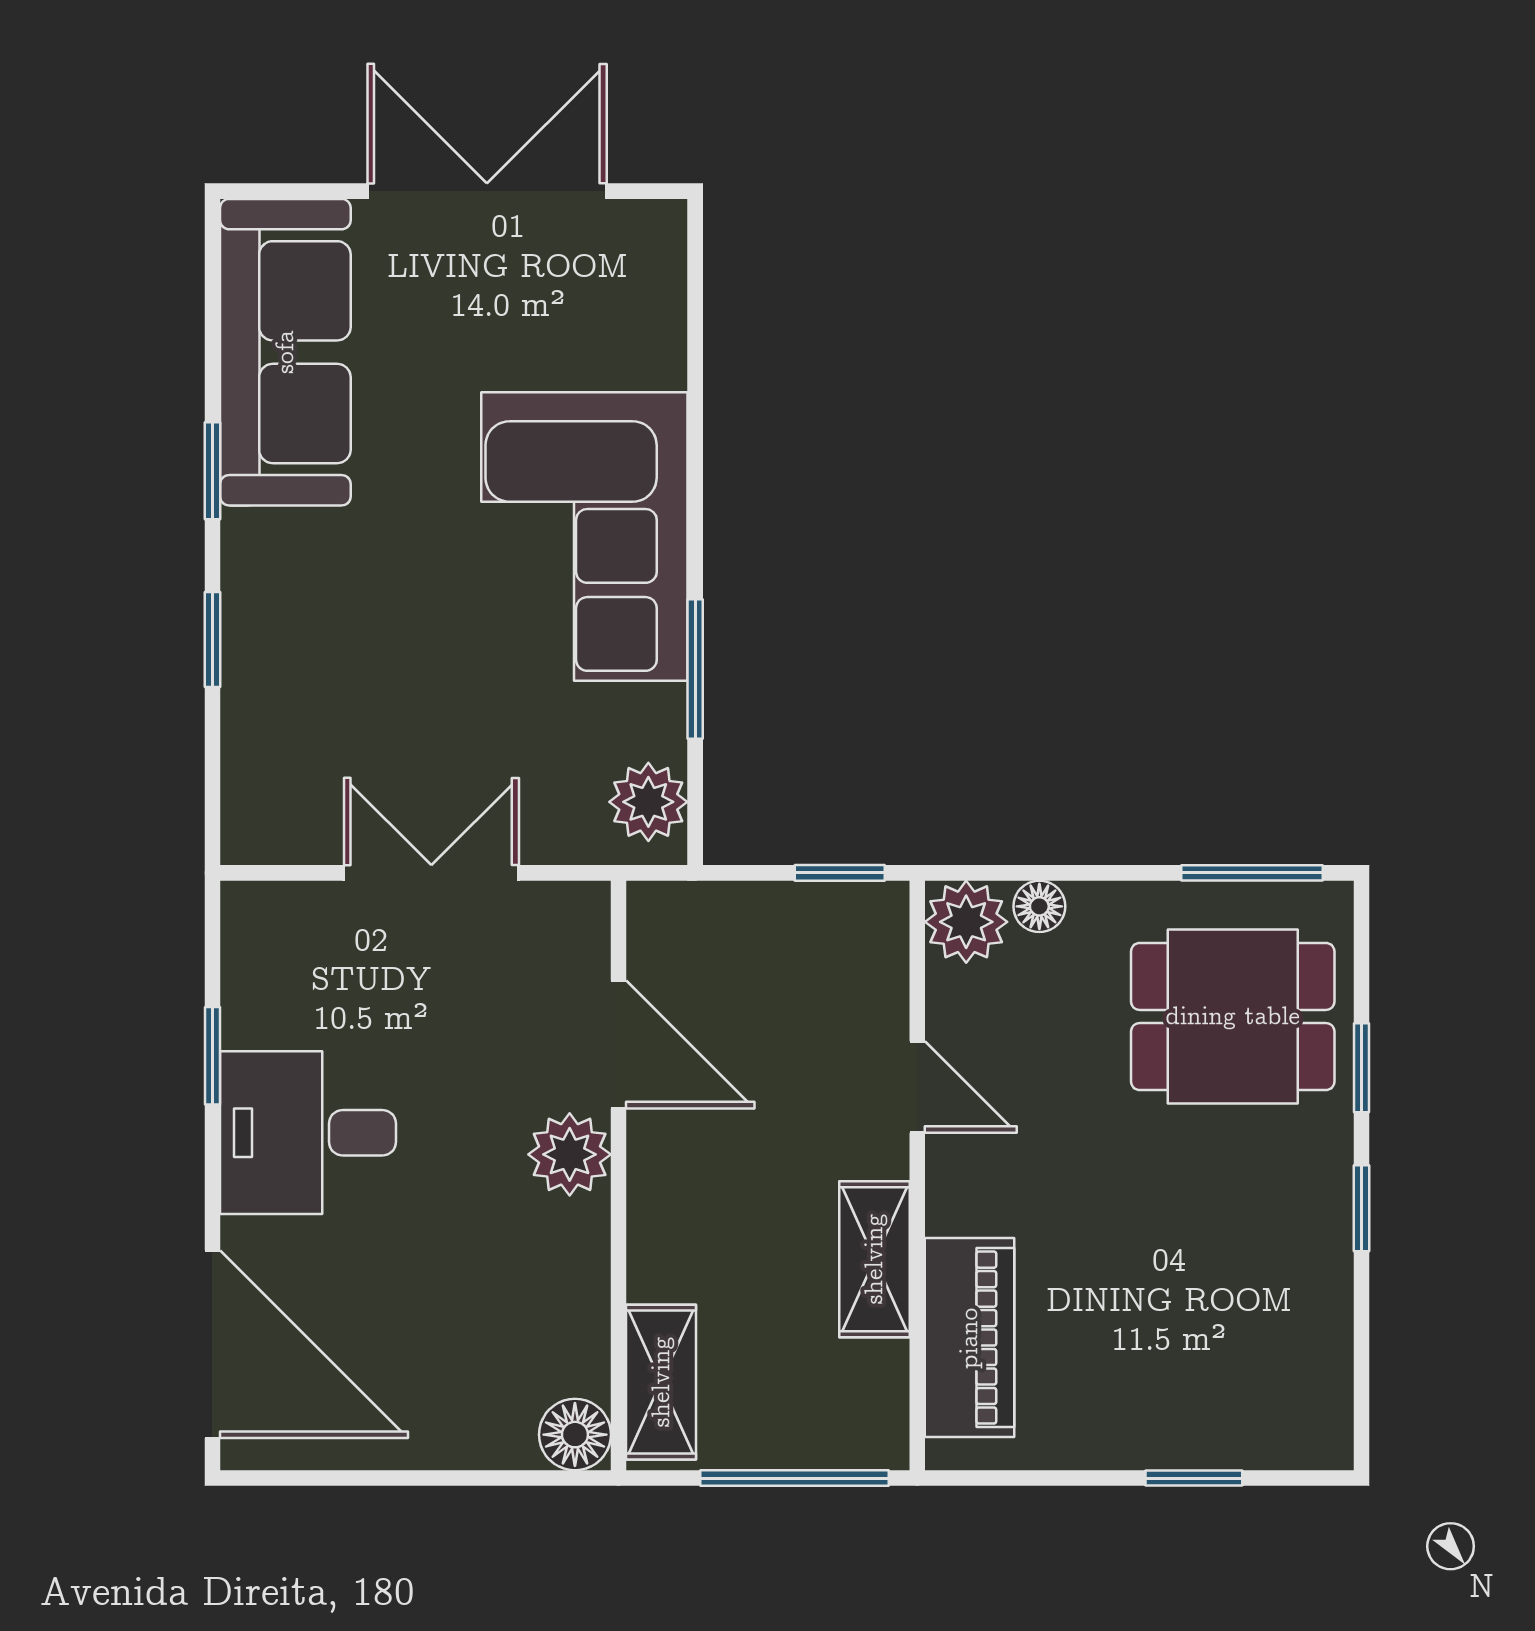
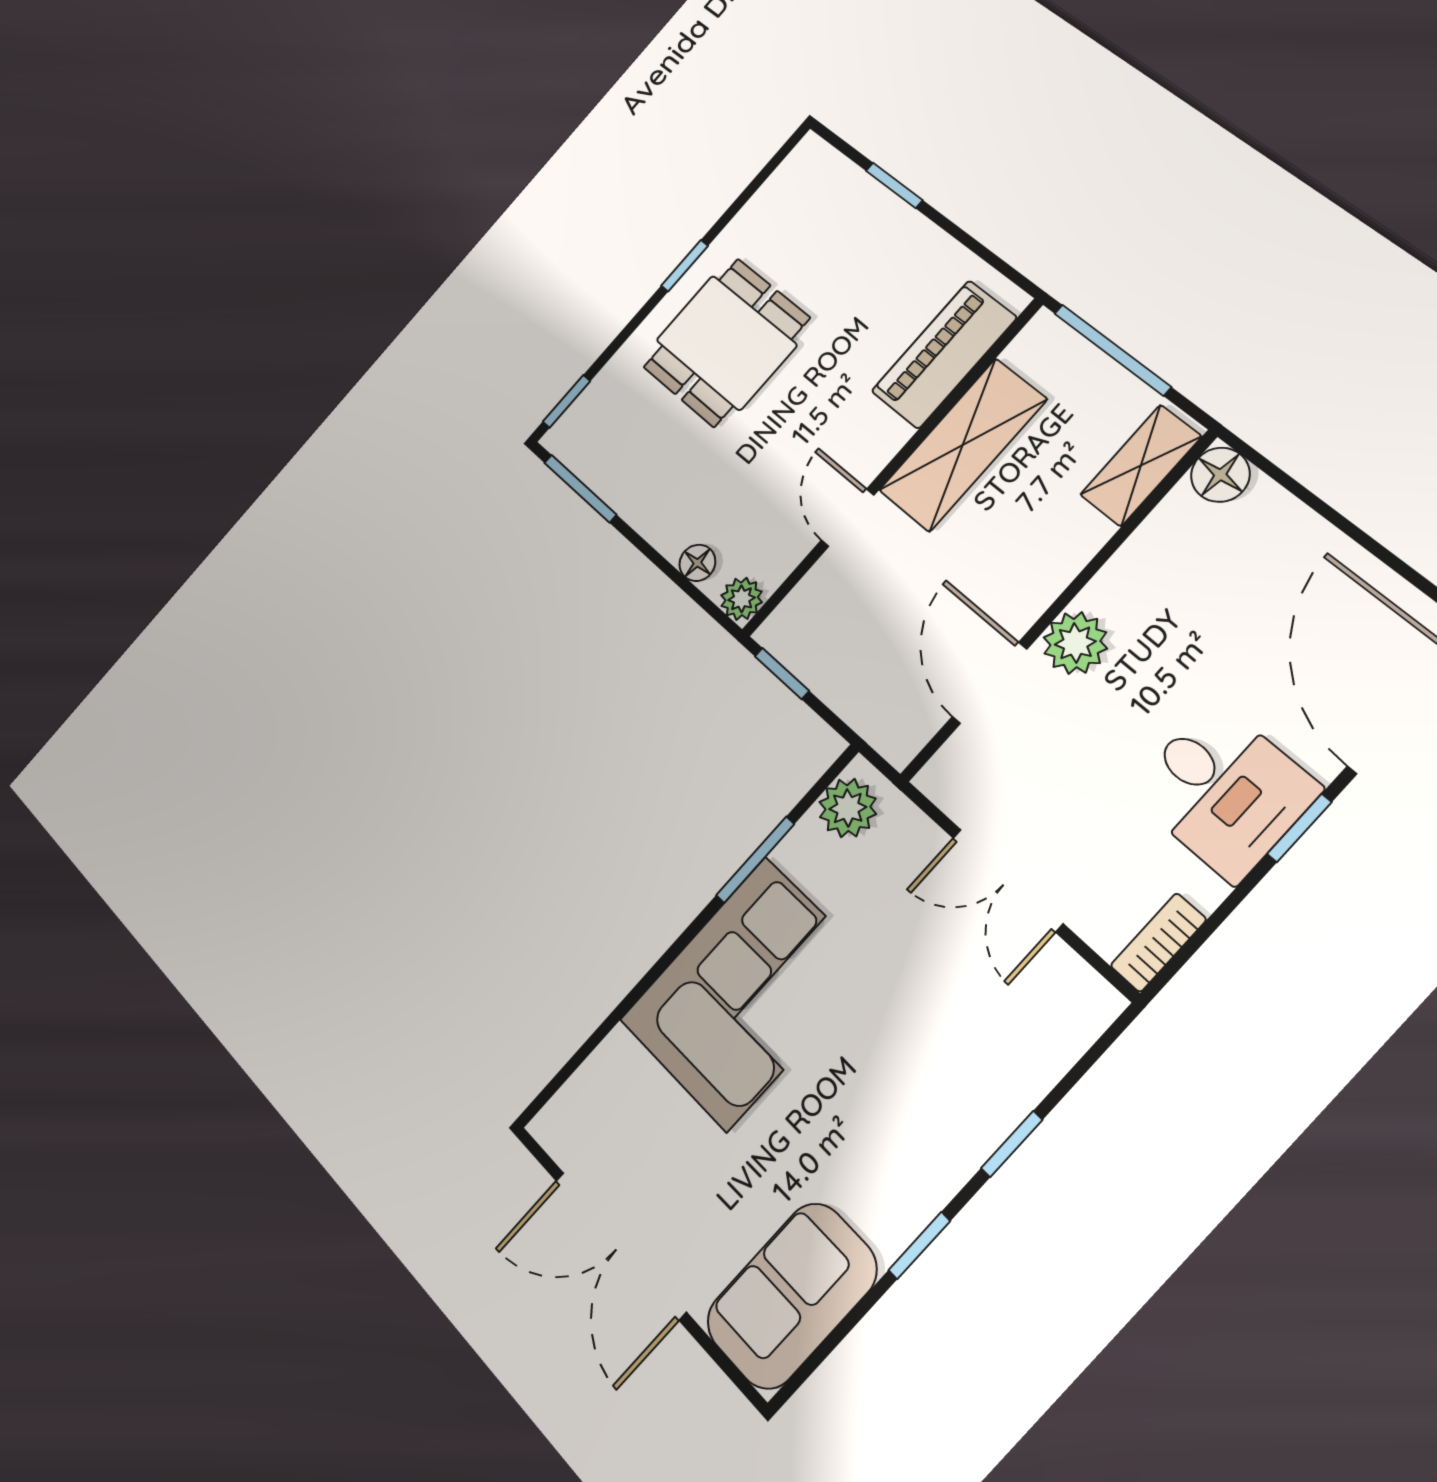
sofa: (285, 352) -> (791, 1296), width x0.73
plant: (966, 922) -> (742, 599), width x0.73, depth x0.73
bookcase: (244, 941) -> (1158, 943), added
dining table: (1233, 1016) -> (726, 343), moved, turned 90
window: (212, 1056) -> (1299, 828), moved
window: (1362, 1068) -> (567, 401), moved
shelving: (874, 1259) -> (963, 445), width x1.50, depth x1.33

